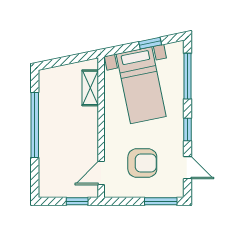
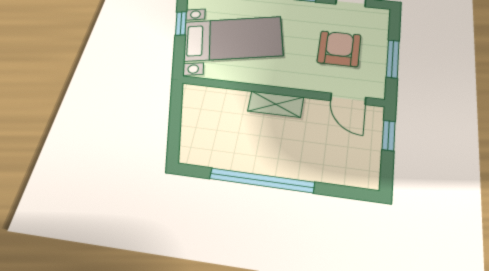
shelving: (90, 88) -> (276, 104), moved
window: (161, 201) -> (393, 59), moved

